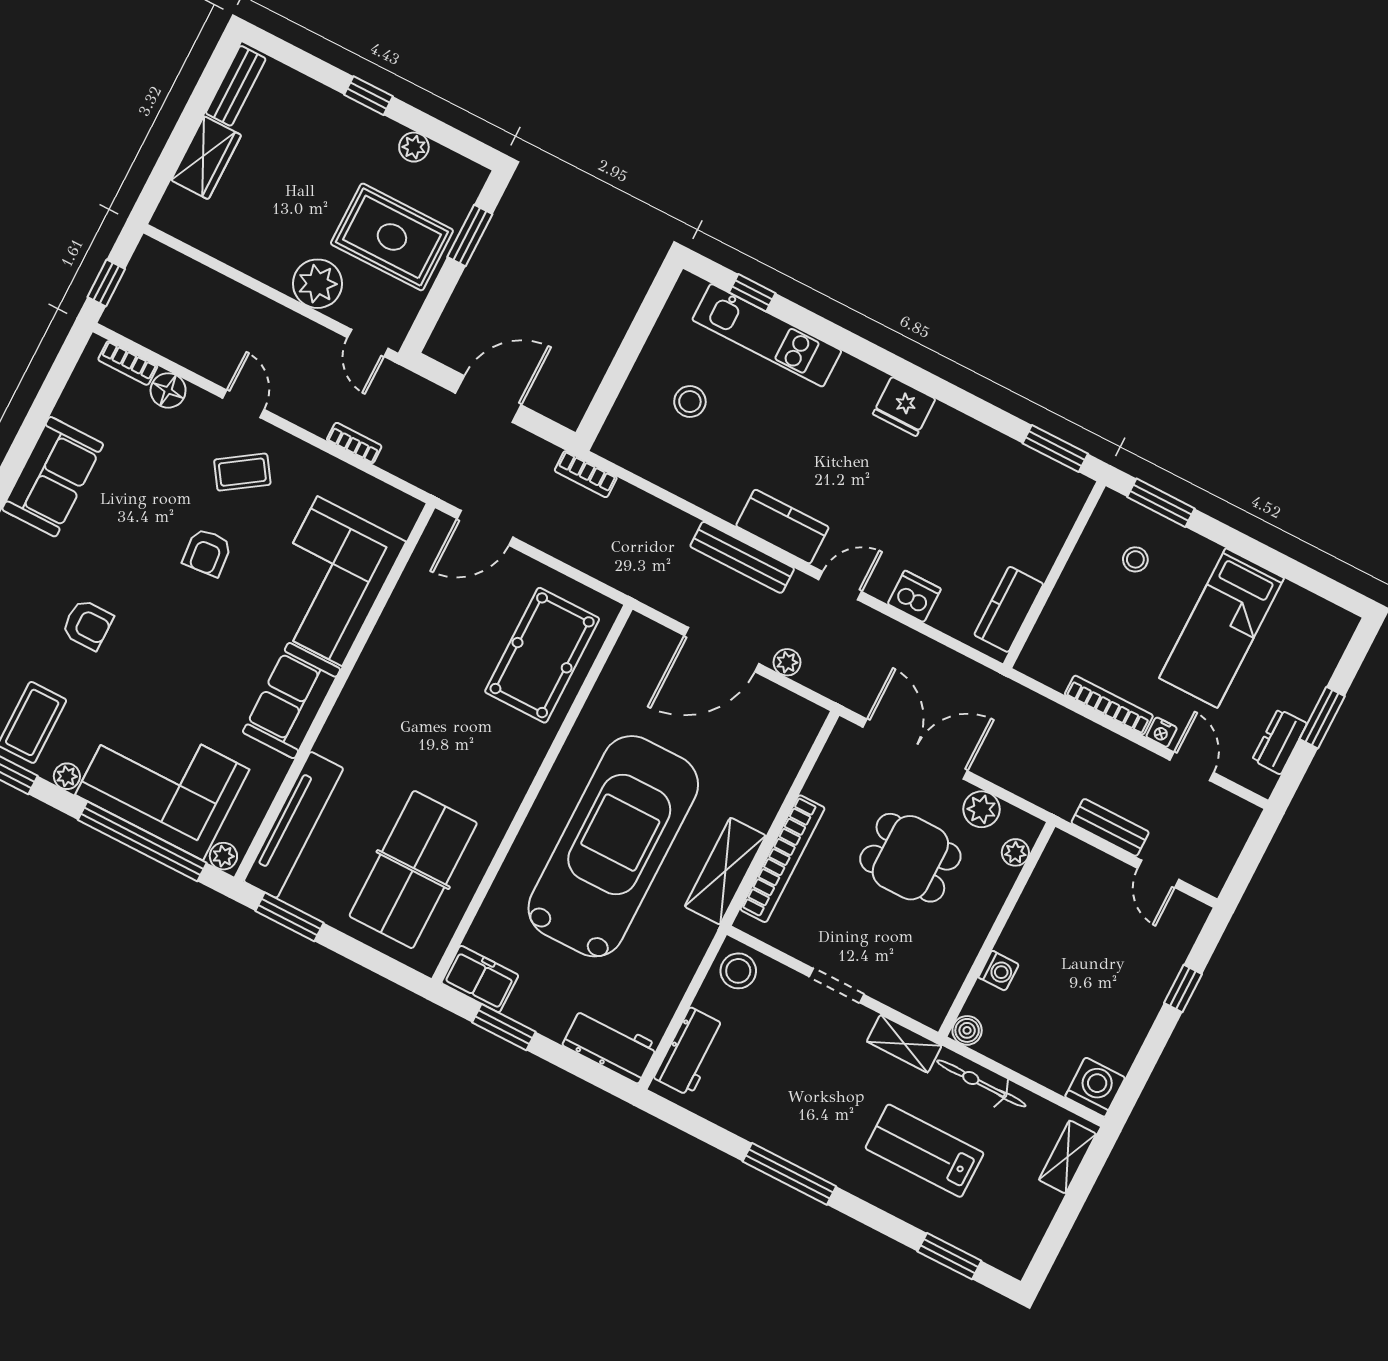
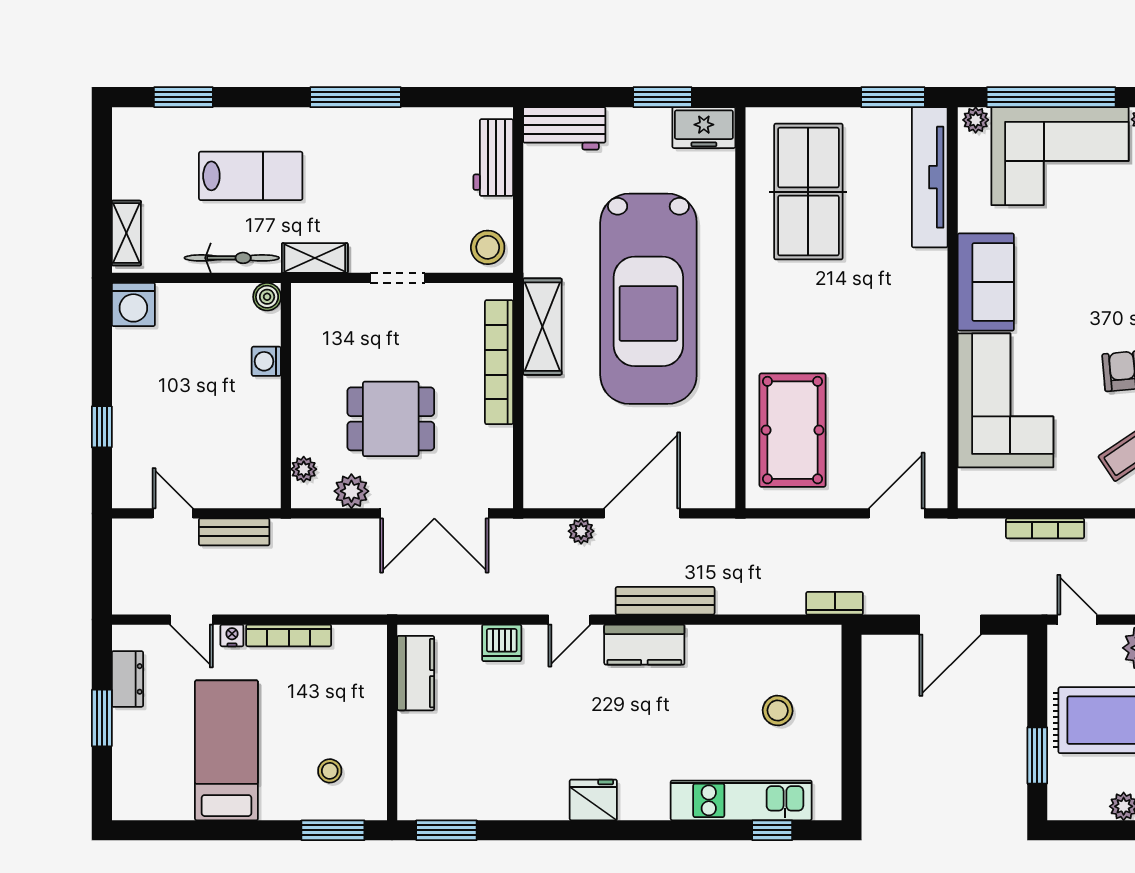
bookcase: (354, 443) -> (1045, 528), width x1.56

